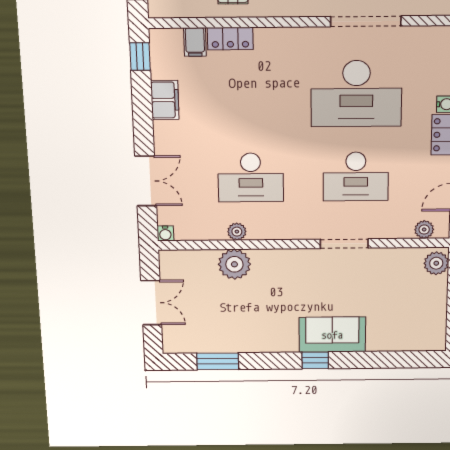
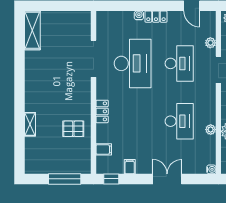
locker: (230, 39) -> (102, 111), moved
filing cabinet: (165, 100) -> (130, 167), width x0.50
double door: (146, 181) -> (167, 179), moved
plant: (424, 229) -> (210, 43), moved

